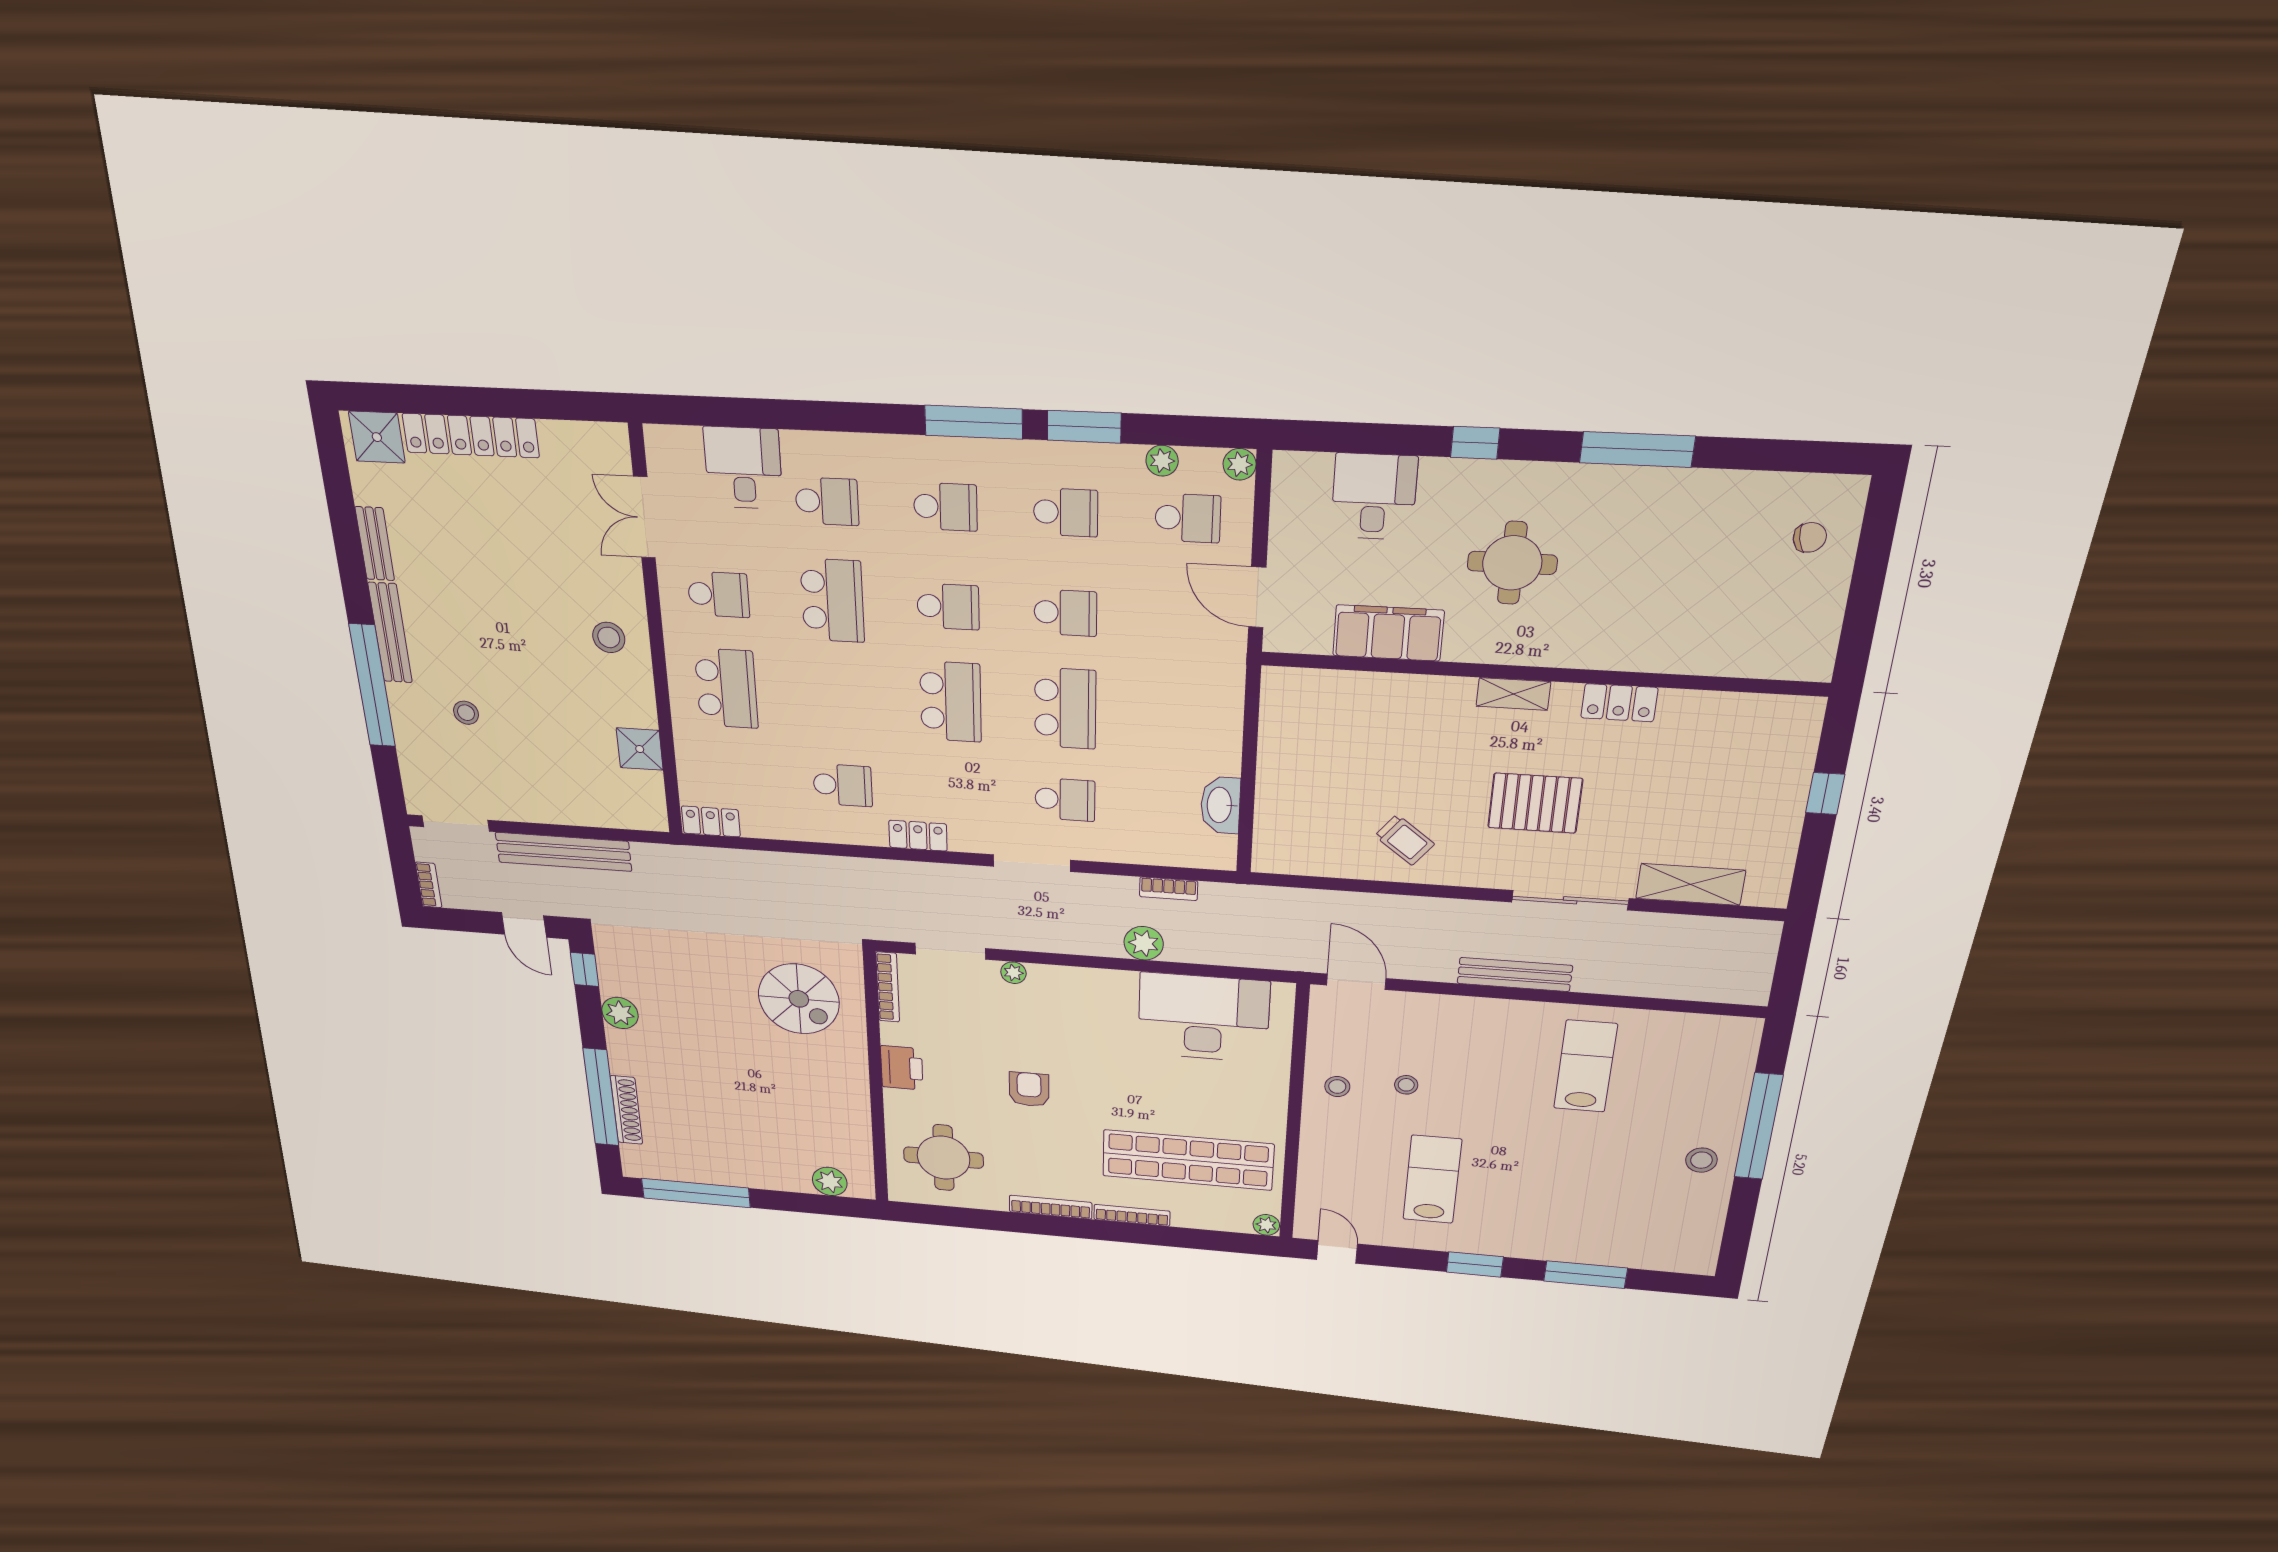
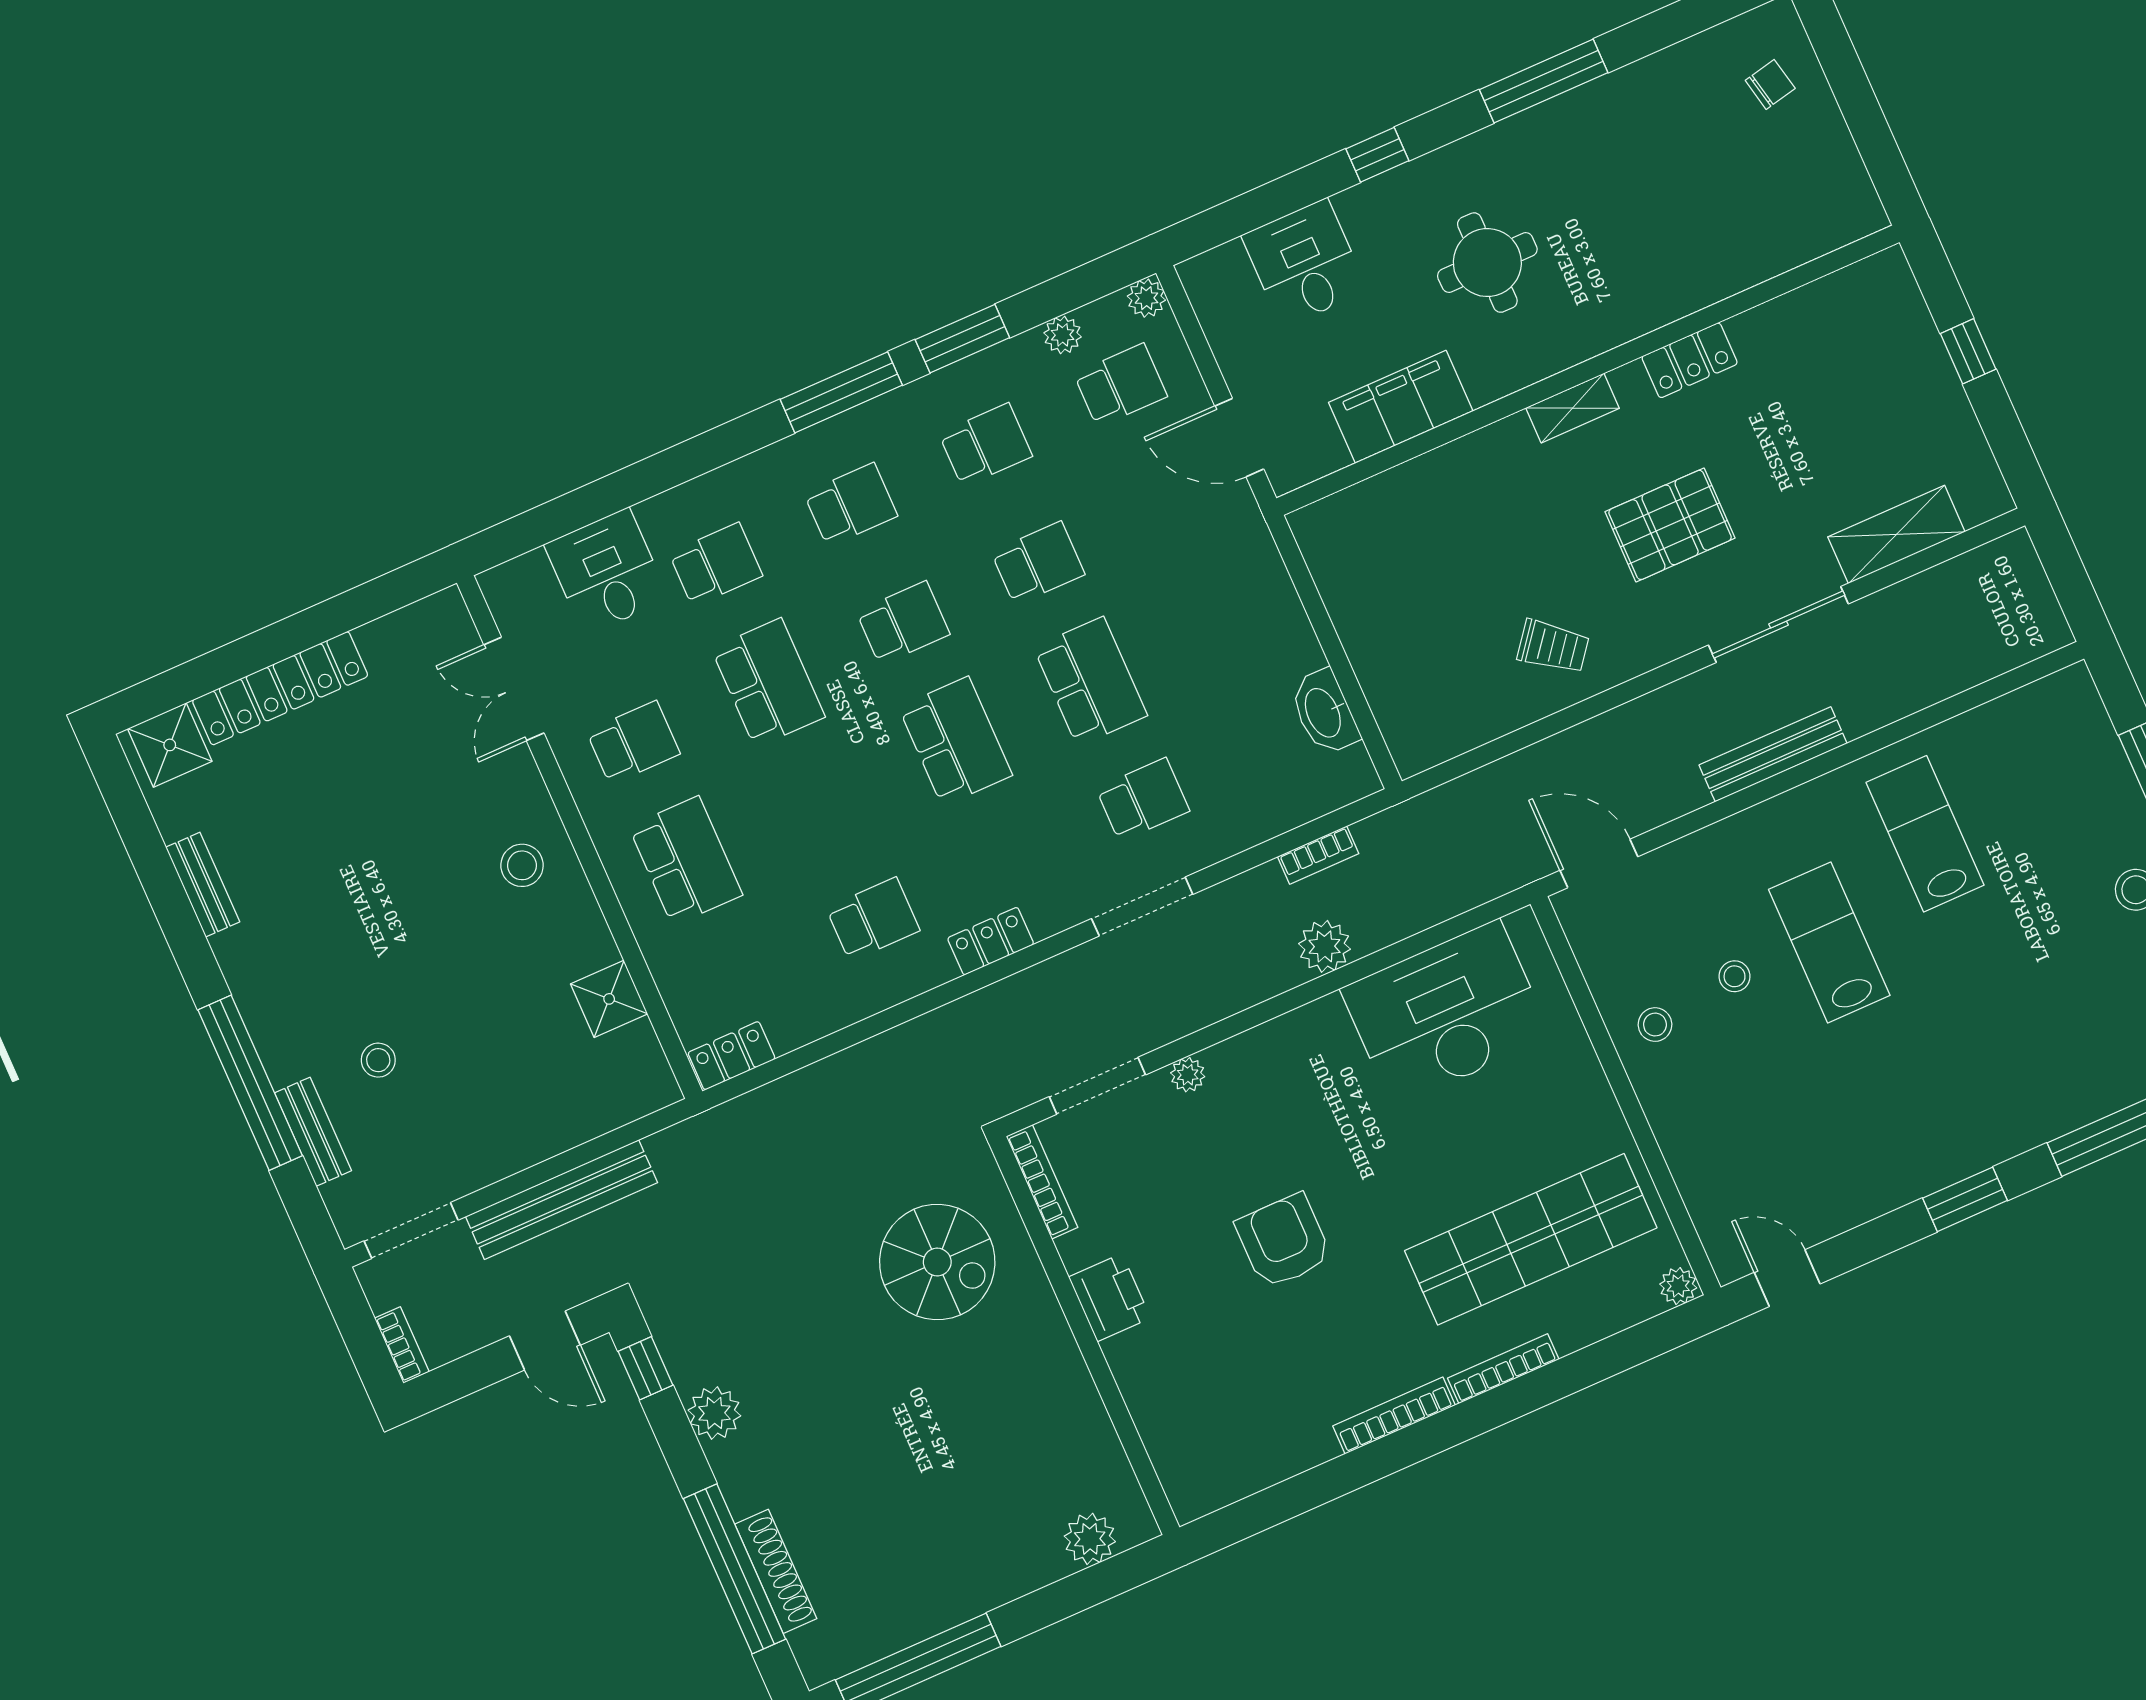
bench: (390, 633) -> (313, 1132), moved, width x0.73
armchair: (1029, 1089) -> (1284, 1241), width x1.38, depth x1.38
round table: (944, 1158) -> (1222, 1413), removed
lab bench: (1432, 1179) -> (1829, 942), moved

